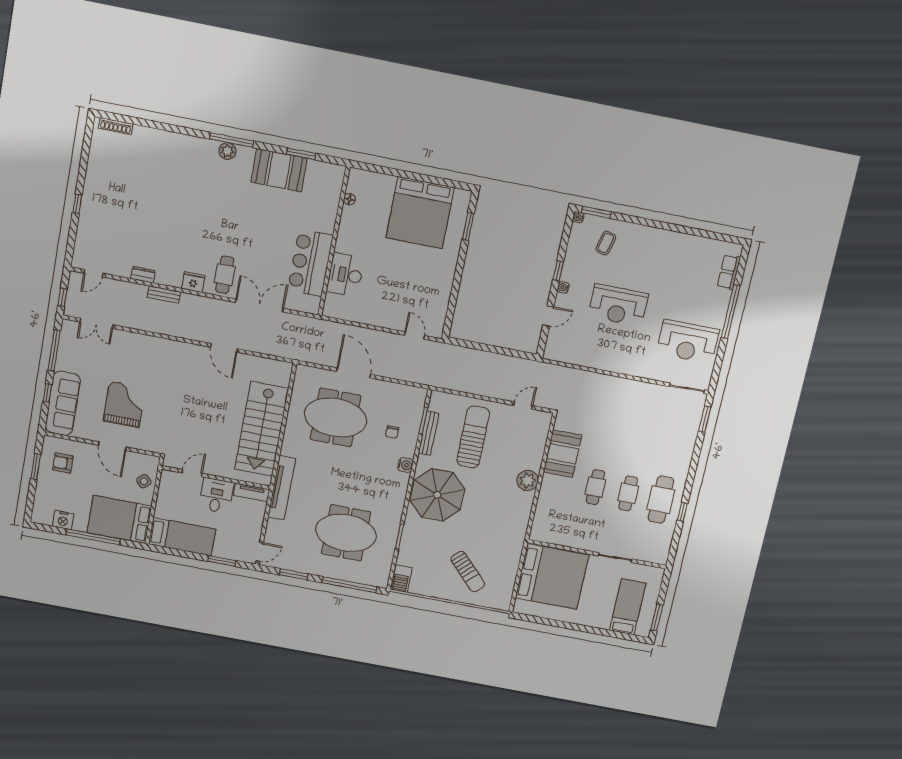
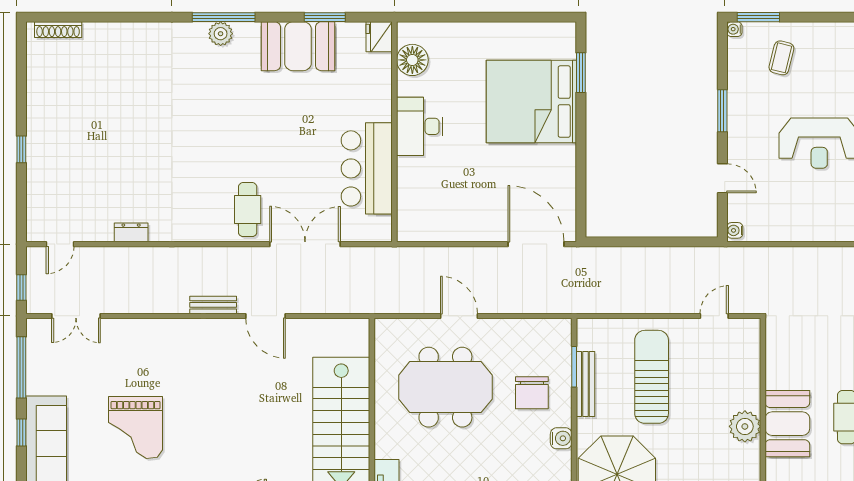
floor lamp: (349, 199) -> (412, 60), width x1.89, depth x1.89
bed: (420, 213) -> (531, 102), moved, turned 90
window: (558, 271) -> (722, 111), width x1.50
desk: (345, 275) -> (420, 126), moved
fridge: (193, 282) -> (379, 37), moved, turned -90
water cooler: (563, 287) -> (735, 230), moved
bench: (164, 295) -> (213, 305), moved
door: (548, 316) -> (722, 178), hinge flipped
door: (415, 335) -> (536, 244), width x1.87
door: (354, 373) -> (459, 316), width x0.73
grand piano: (124, 404) -> (136, 428), turned 180
chair: (392, 432) -> (532, 393), width x1.87, depth x1.87
booth: (563, 454) -> (787, 424), moved

